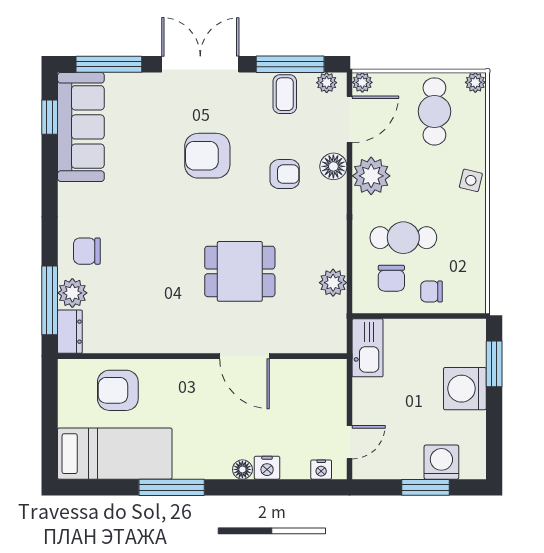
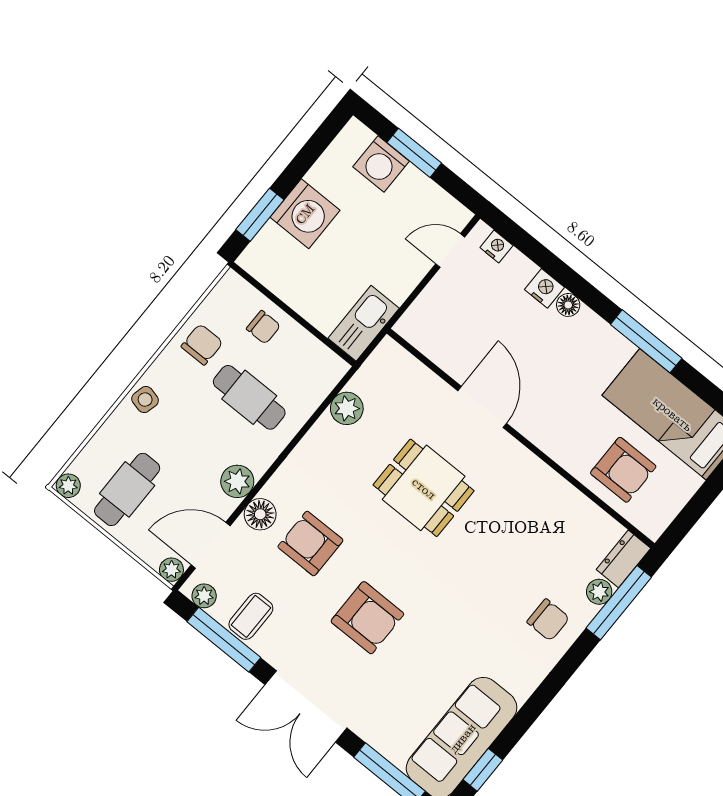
armchair: (285, 174) -> (310, 544), width x1.38, depth x1.38
plant: (371, 176) -> (237, 481), width x0.73, depth x0.73
chair: (391, 278) -> (202, 344), moved
plant: (72, 293) -> (599, 592), width x0.73, depth x0.73

